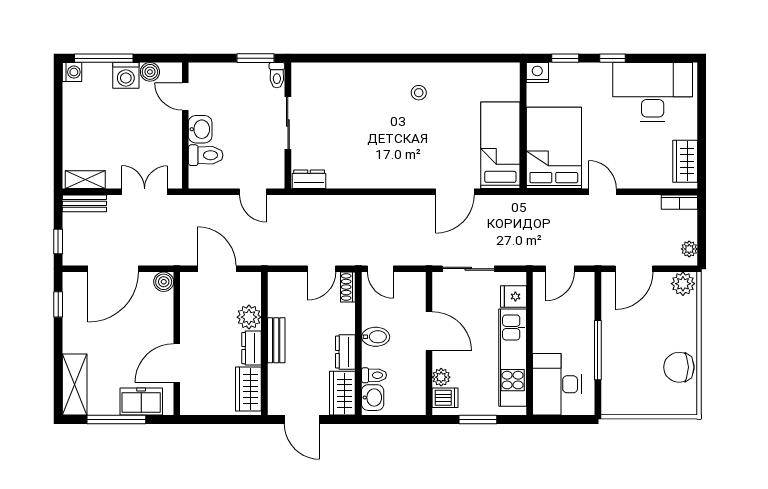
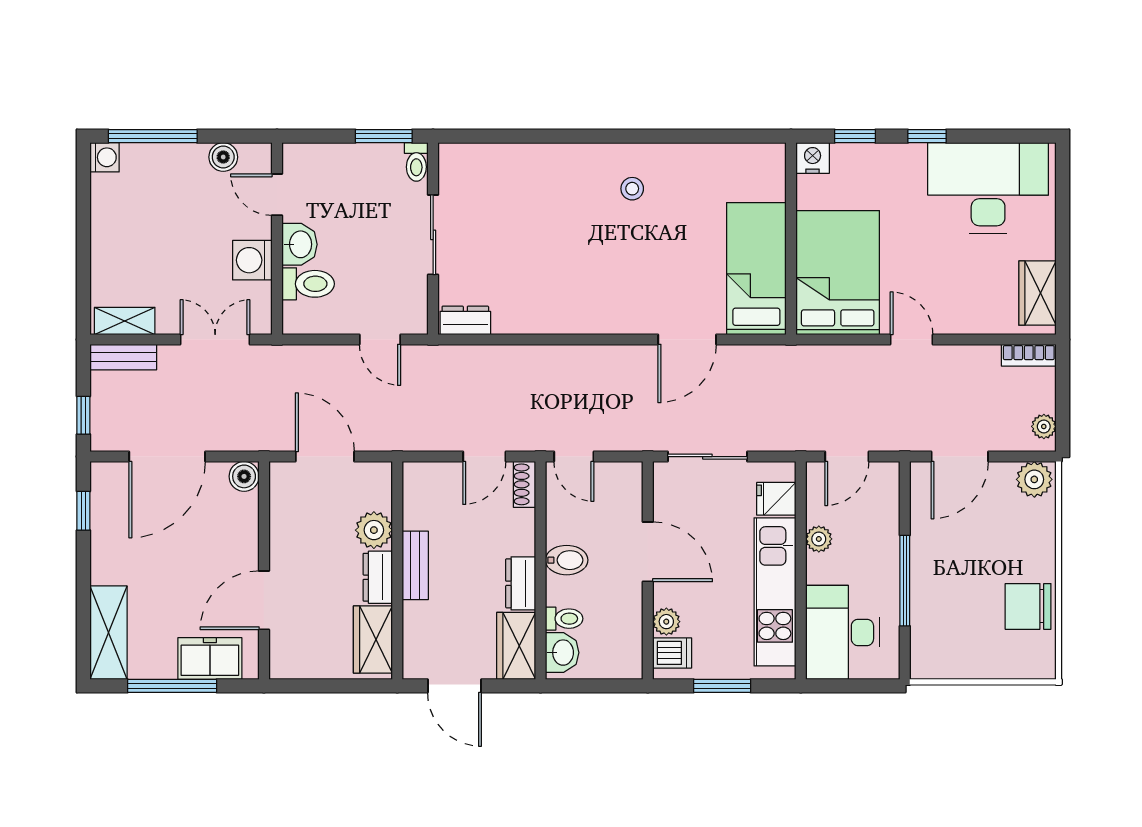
washing machine: (126, 75) -> (252, 260), moved, turned 90
plant: (541, 323) -> (819, 539), added

